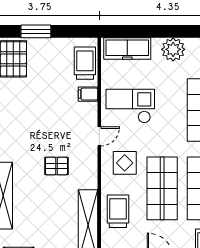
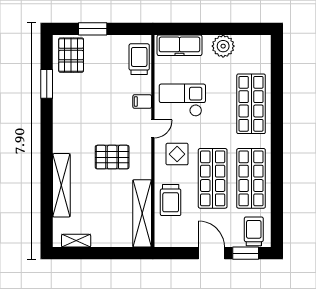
filing cabinet: (88, 94) -> (142, 102), moved
pallet: (56, 166) -> (112, 157), width x1.50, depth x1.42
trolley: (118, 211) -> (171, 200), turned 180

